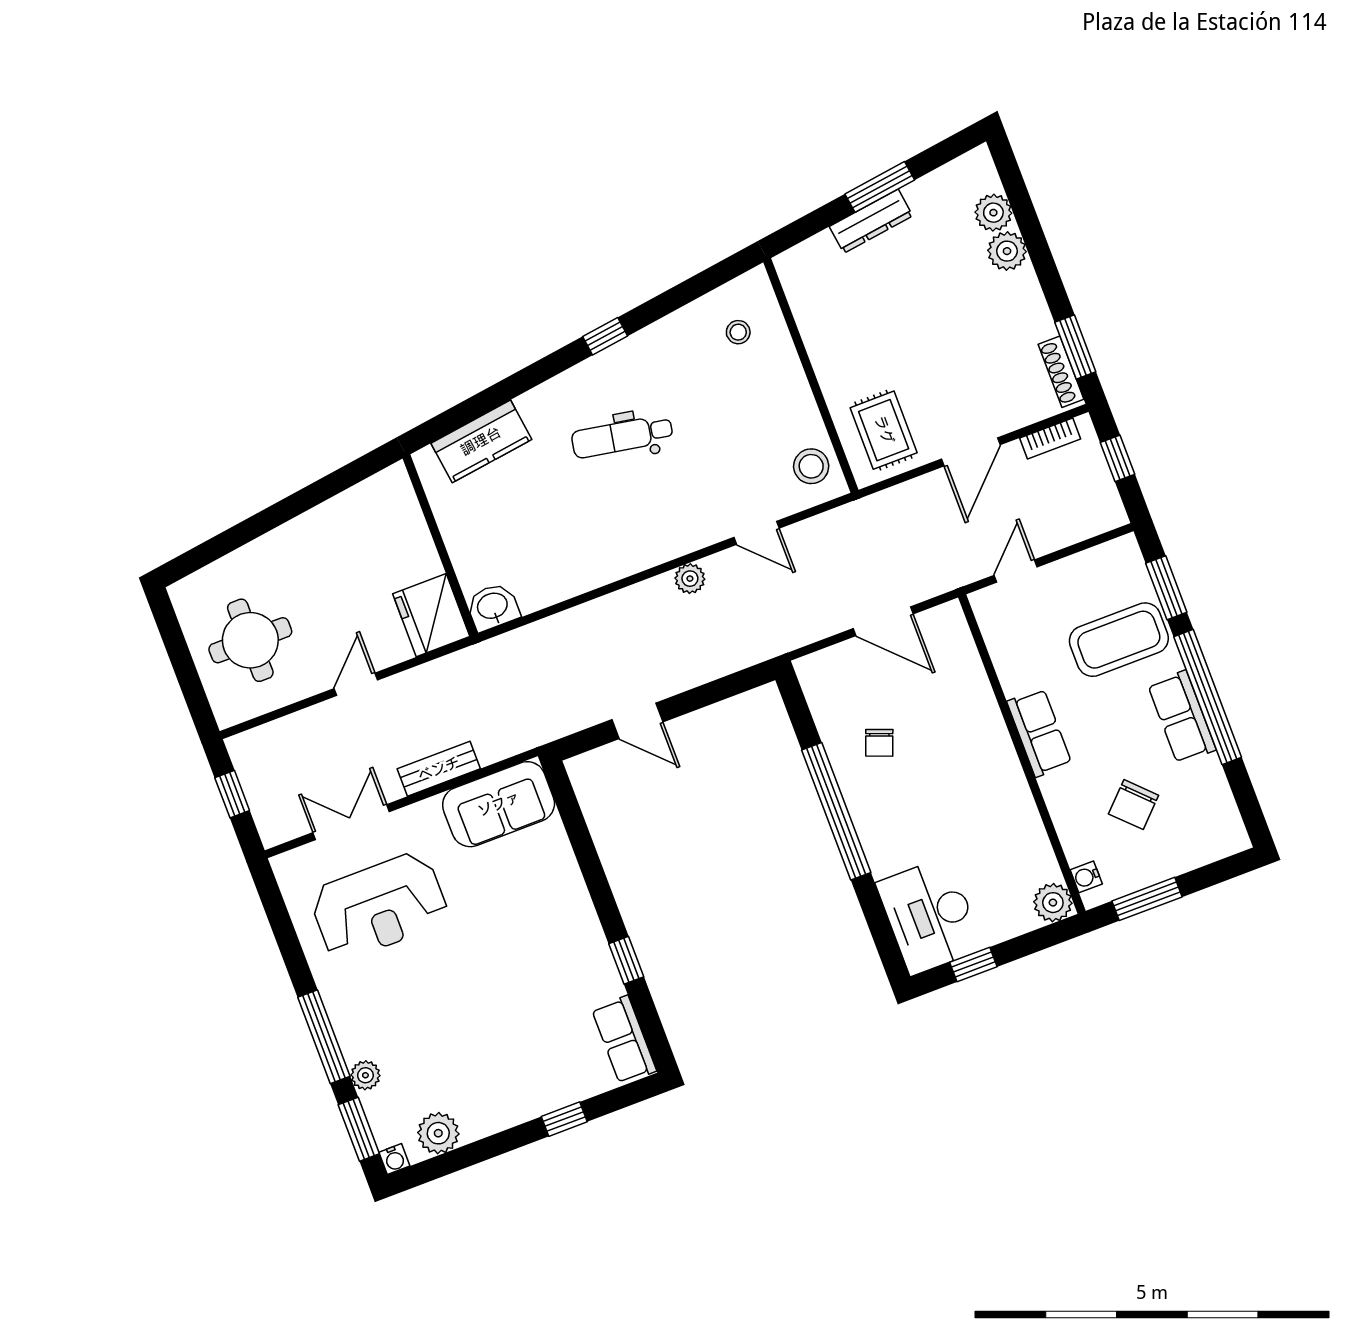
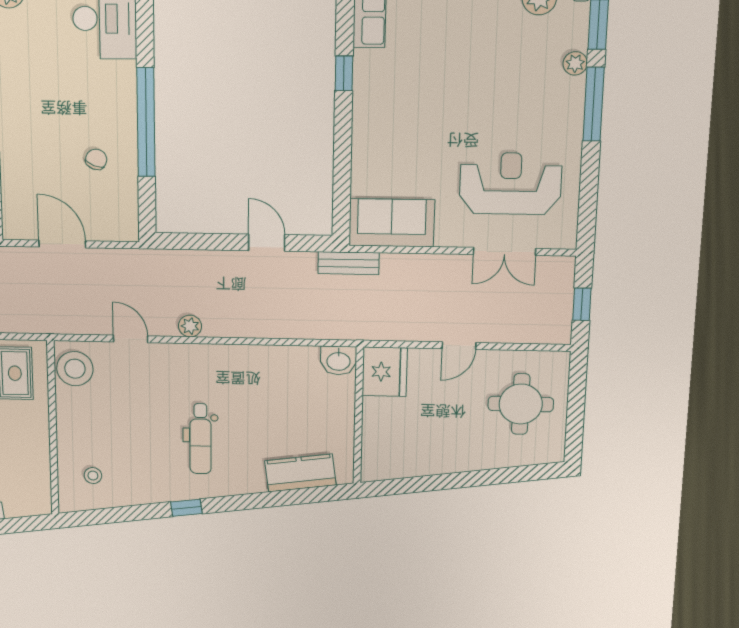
dental chair: (622, 436) -> (200, 439), turned 80
stool: (811, 466) -> (75, 369), width x1.38, depth x1.38
bench: (439, 769) -> (349, 263), moved

